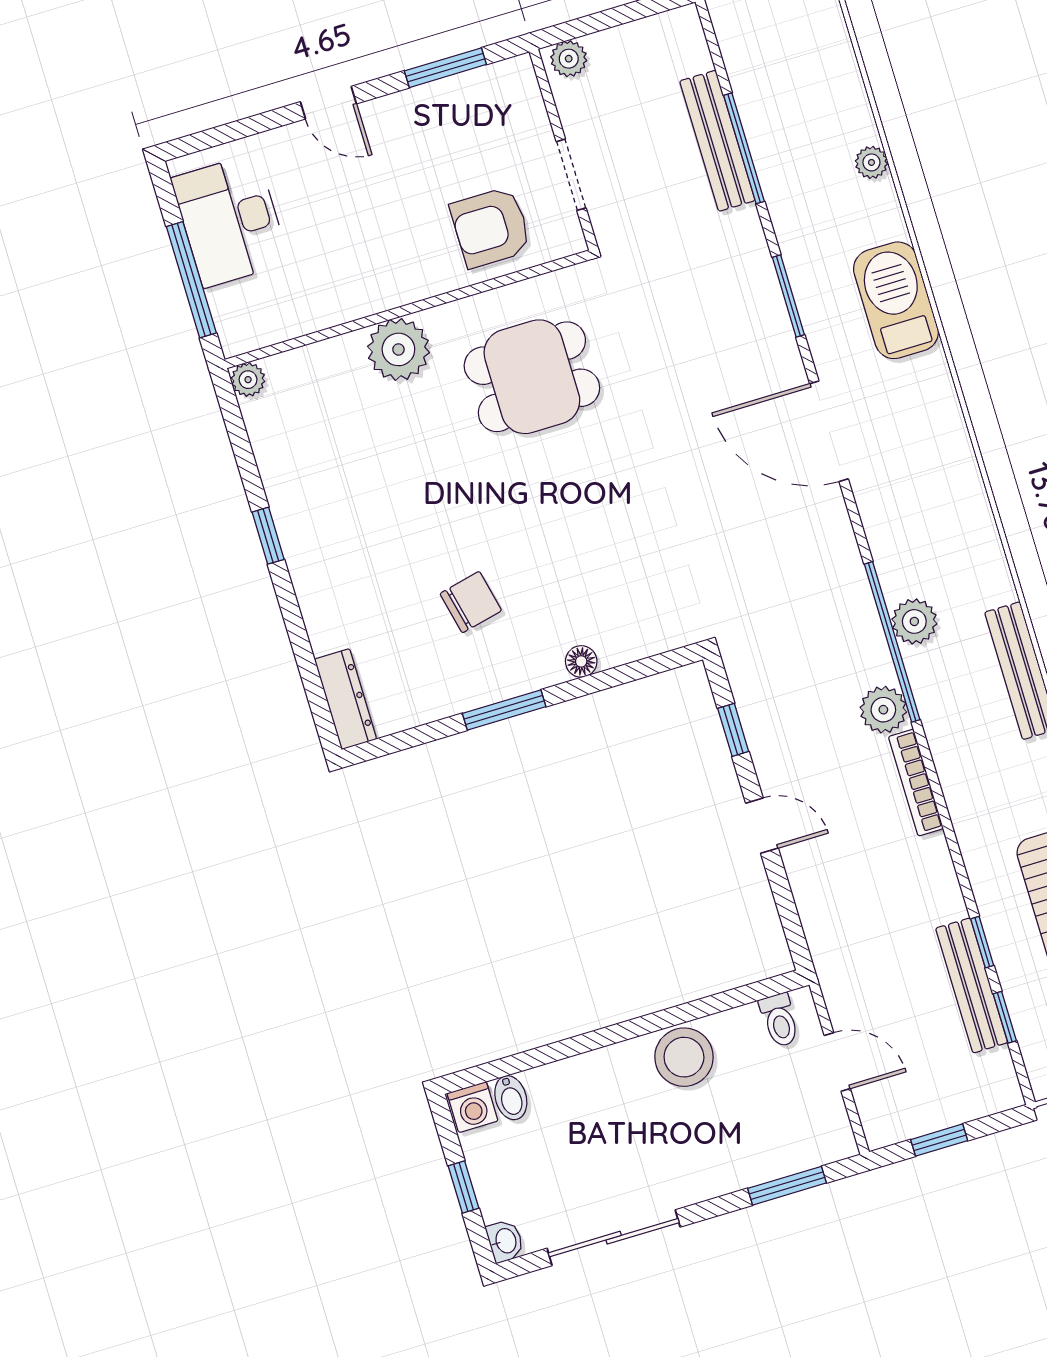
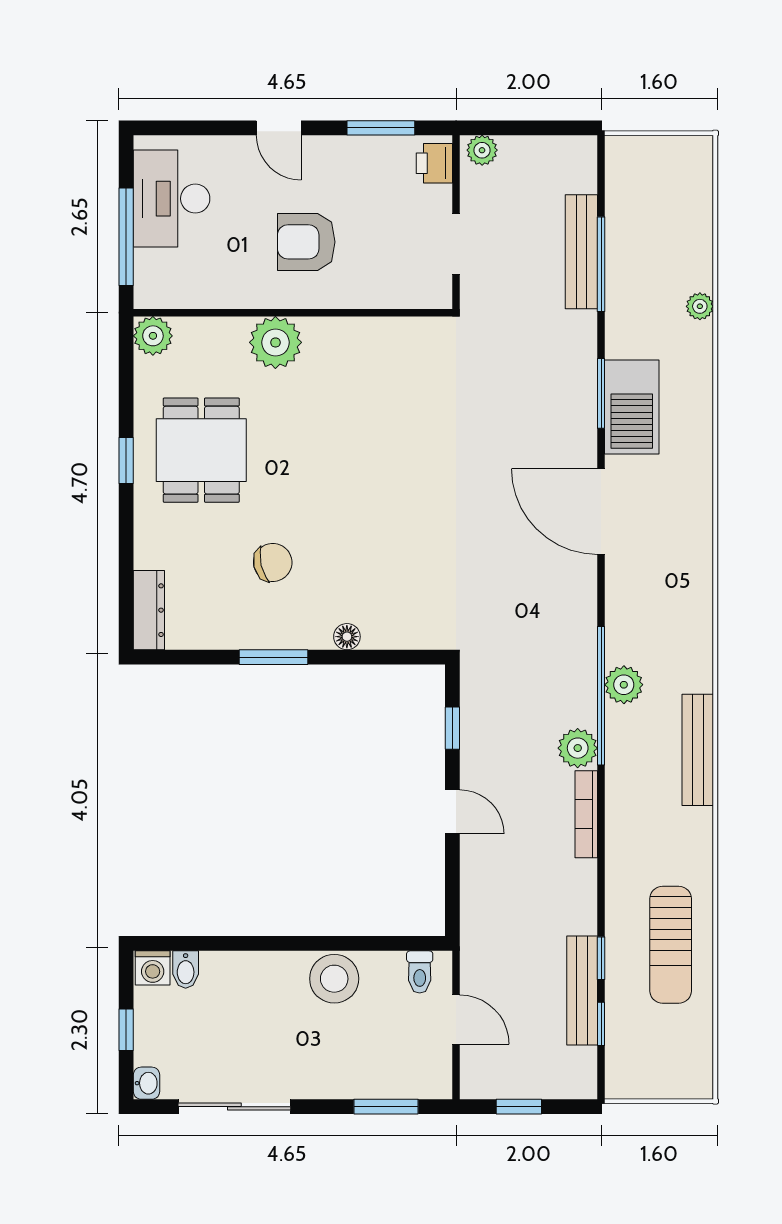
printer: (519, 90) -> (434, 163), added
armchair: (491, 227) -> (306, 242), moved
barbecue: (896, 300) -> (632, 407), moved, turned 180
dining table: (532, 377) -> (201, 450), moved, turned 90
plant: (248, 380) -> (153, 336), width x1.38, depth x1.38

